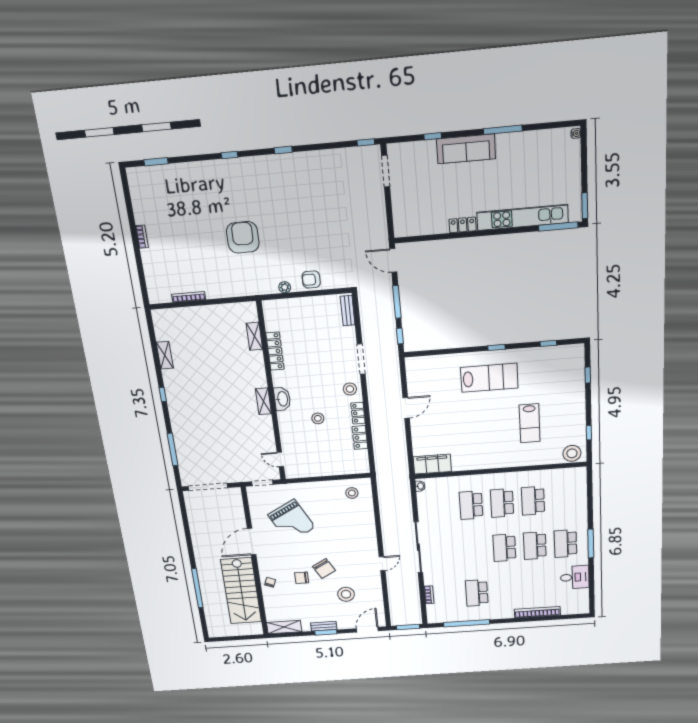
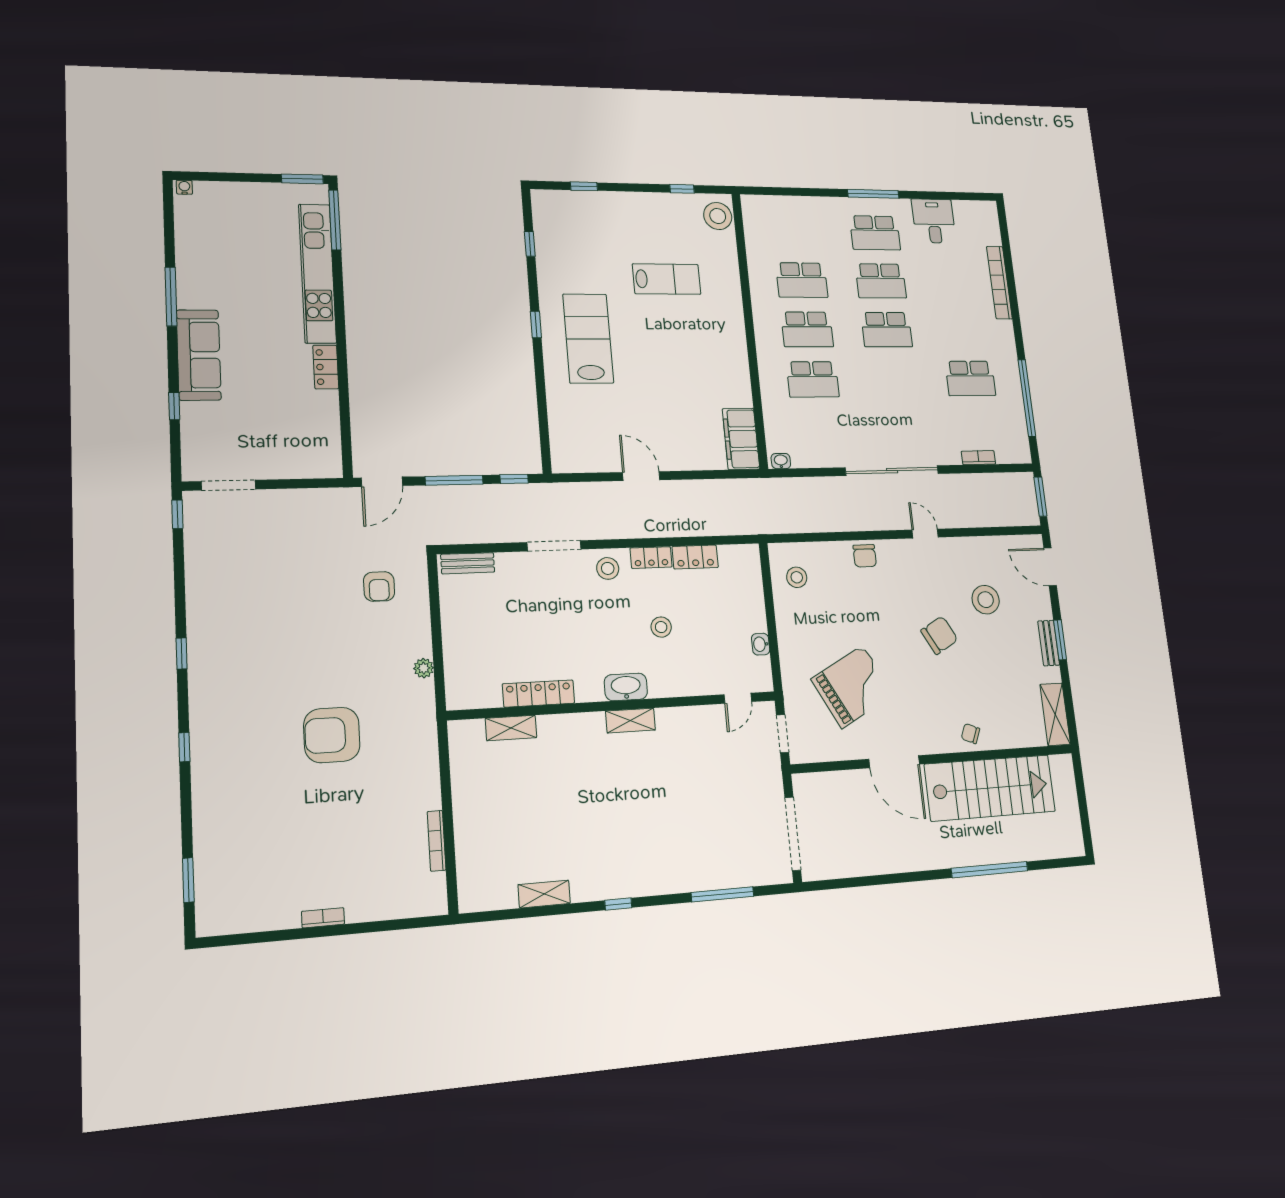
armchair: (311, 279) -> (379, 587), moved
washbasin: (312, 472) -> (761, 644), added
chair: (302, 578) -> (865, 556), moved

